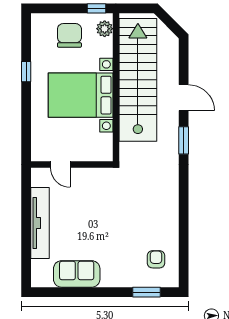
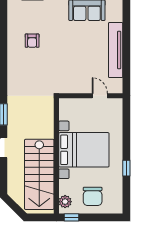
stairs: (138, 80) -> (39, 174), width x0.73
armchair: (156, 259) -> (32, 41), moved

